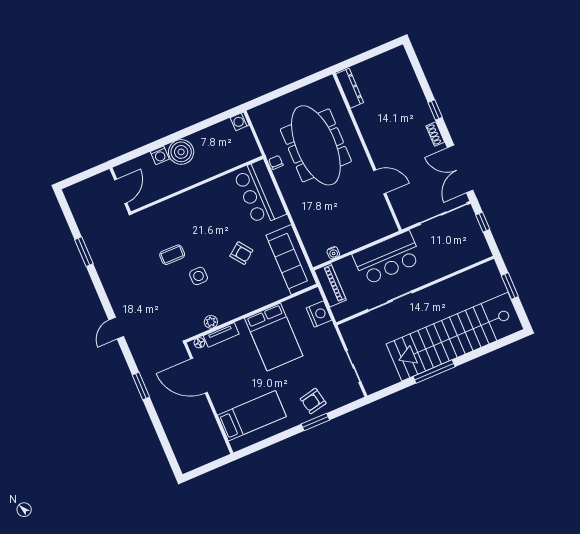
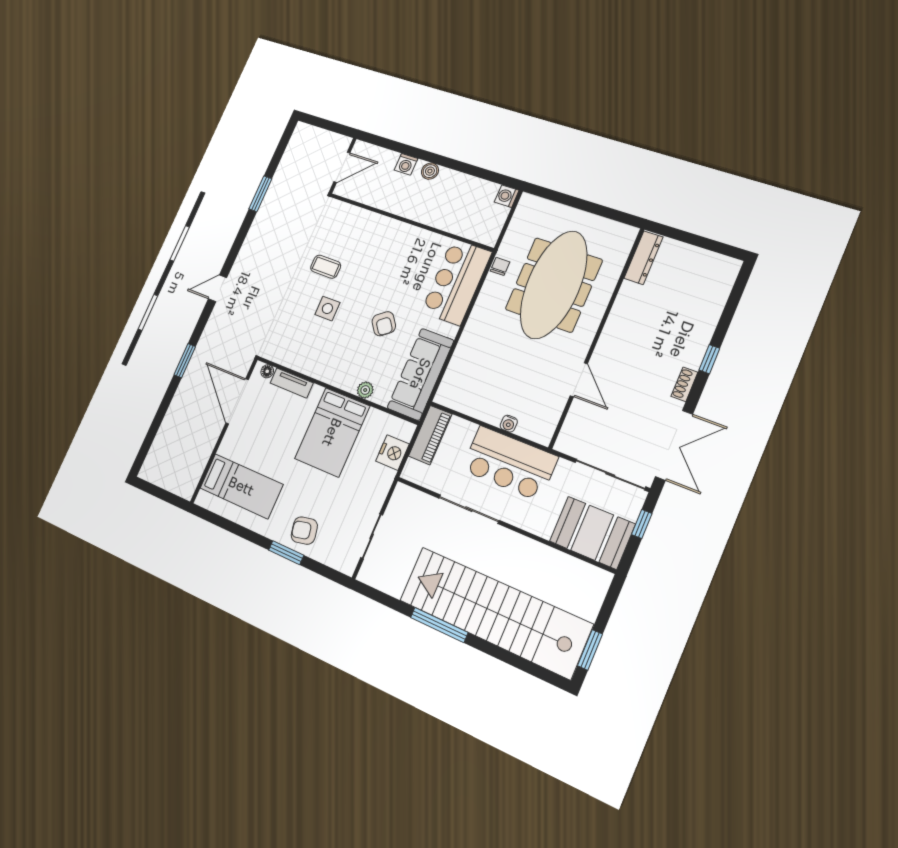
boiler: (181, 152) -> (430, 171), width x0.54, depth x0.54
double door: (460, 169) -> (674, 445), swing flipped
booth: (463, 250) -> (592, 533), added
water cooler: (333, 253) -> (509, 424), moved
window: (510, 286) -> (590, 650), moved
plant: (211, 322) -> (365, 390), moved

